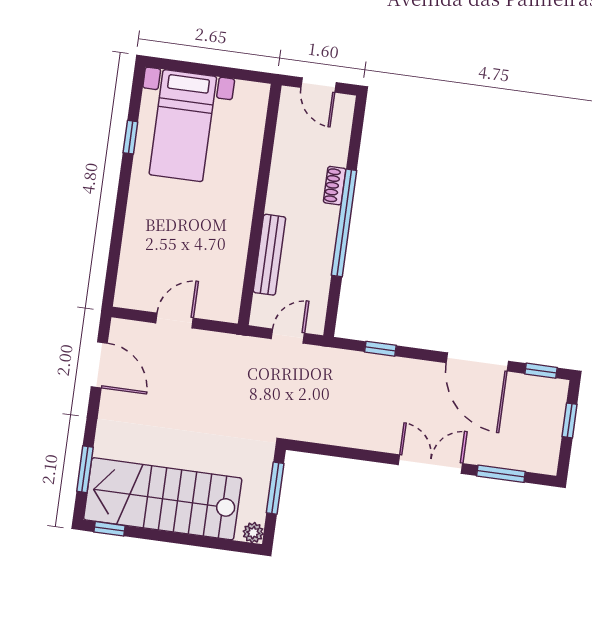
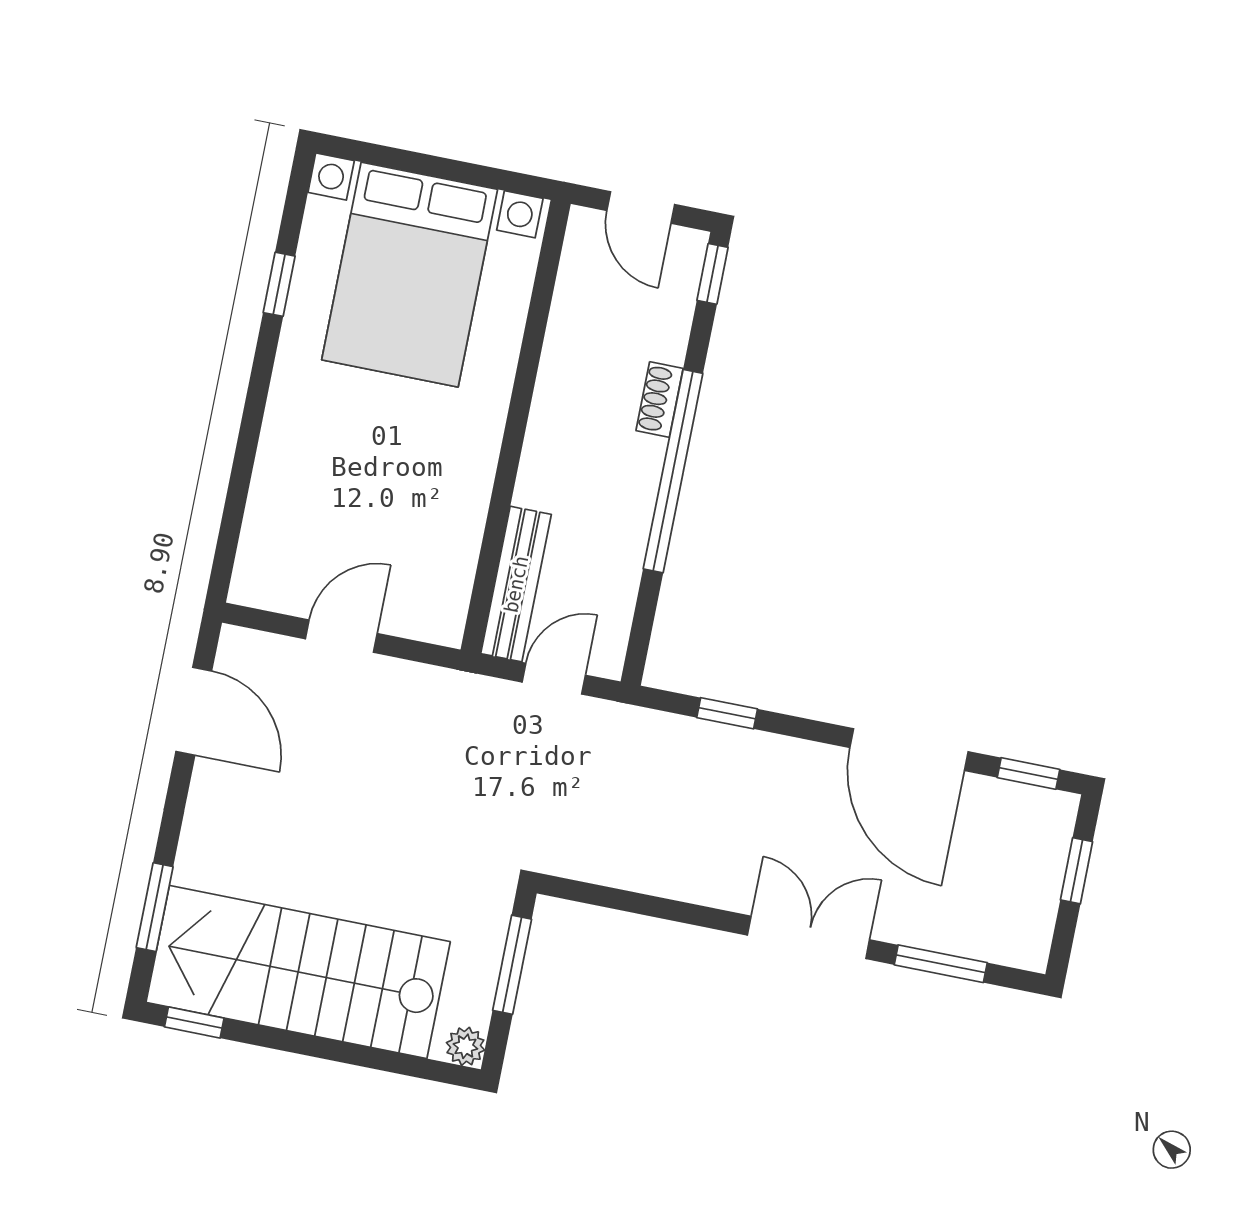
window: (358, 118) -> (712, 274), added
bed with nightstands: (183, 126) -> (410, 275), width x1.36
bench: (269, 255) -> (516, 584), moved

